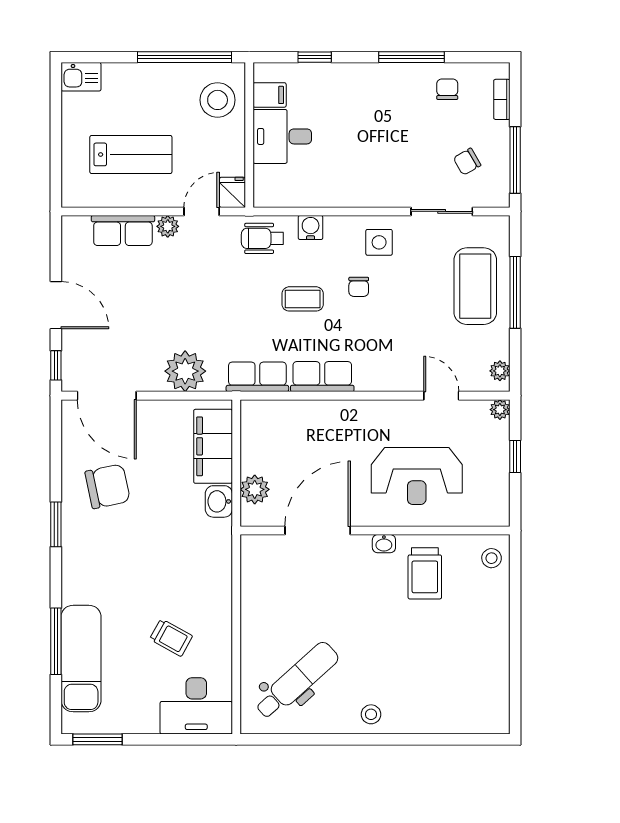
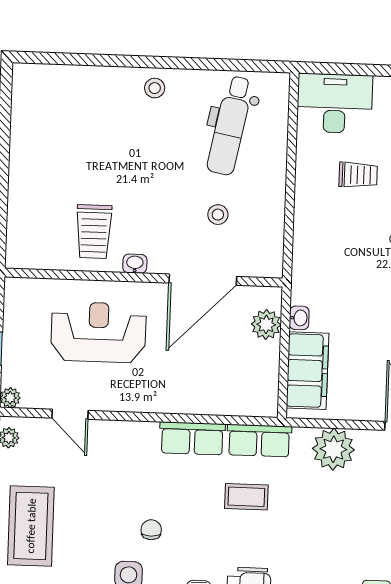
coffee table: (303, 299) -> (246, 497), moved
washbasin: (219, 501) -> (299, 318), width x0.72, depth x0.69
stool: (492, 558) -> (218, 215), moved
trolley: (425, 573) -> (94, 232), turned 180
trolley: (171, 638) -> (358, 175), turned 151
dental chair: (297, 681) -> (230, 126), turned -37

